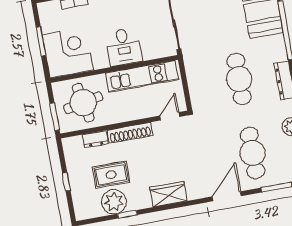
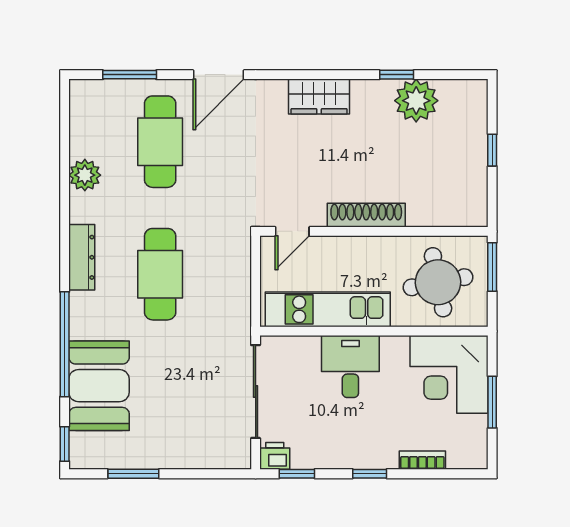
dresser: (95, 139) -> (429, 215), removed
rug: (111, 175) -> (412, 149), removed

